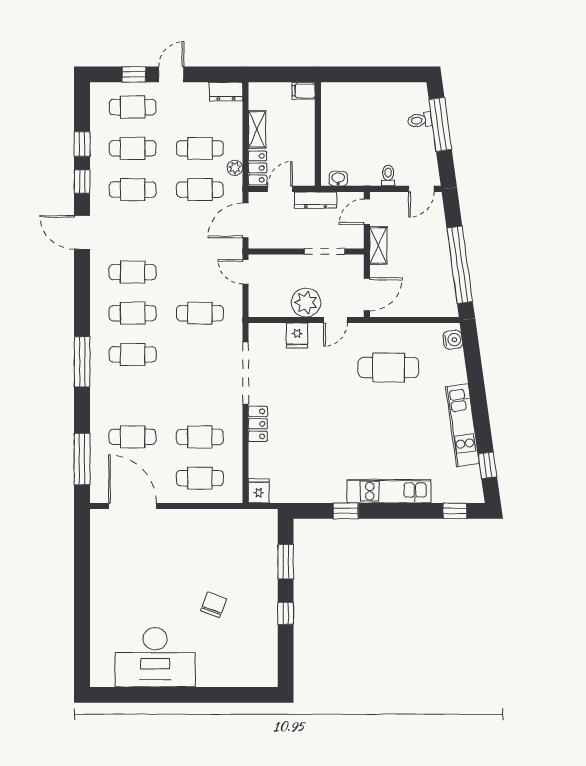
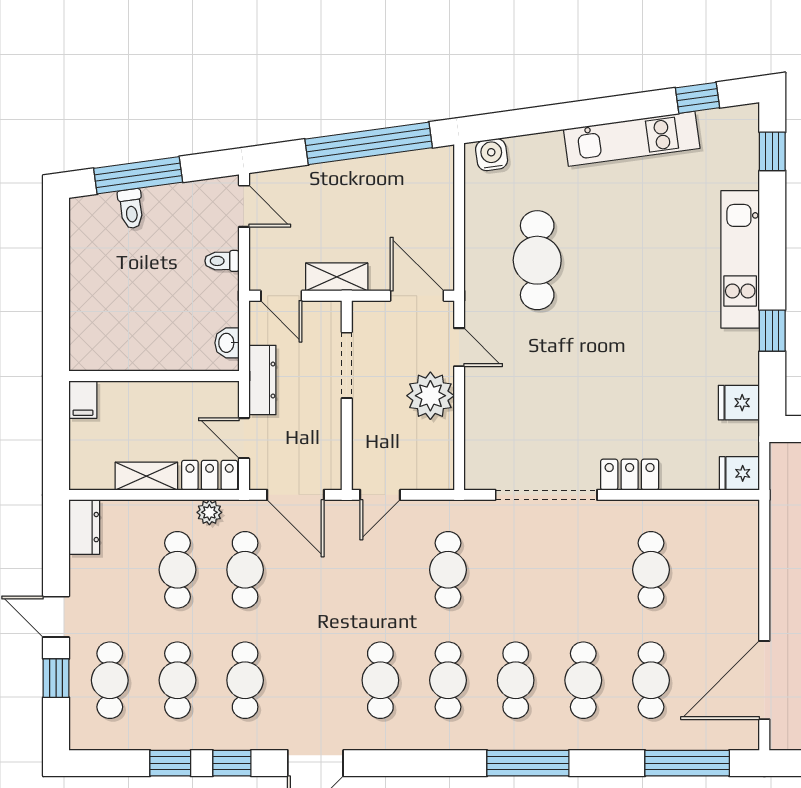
fridge: (297, 336) -> (739, 403), moved, turned 180
cafe table: (200, 478) -> (583, 680), moved

